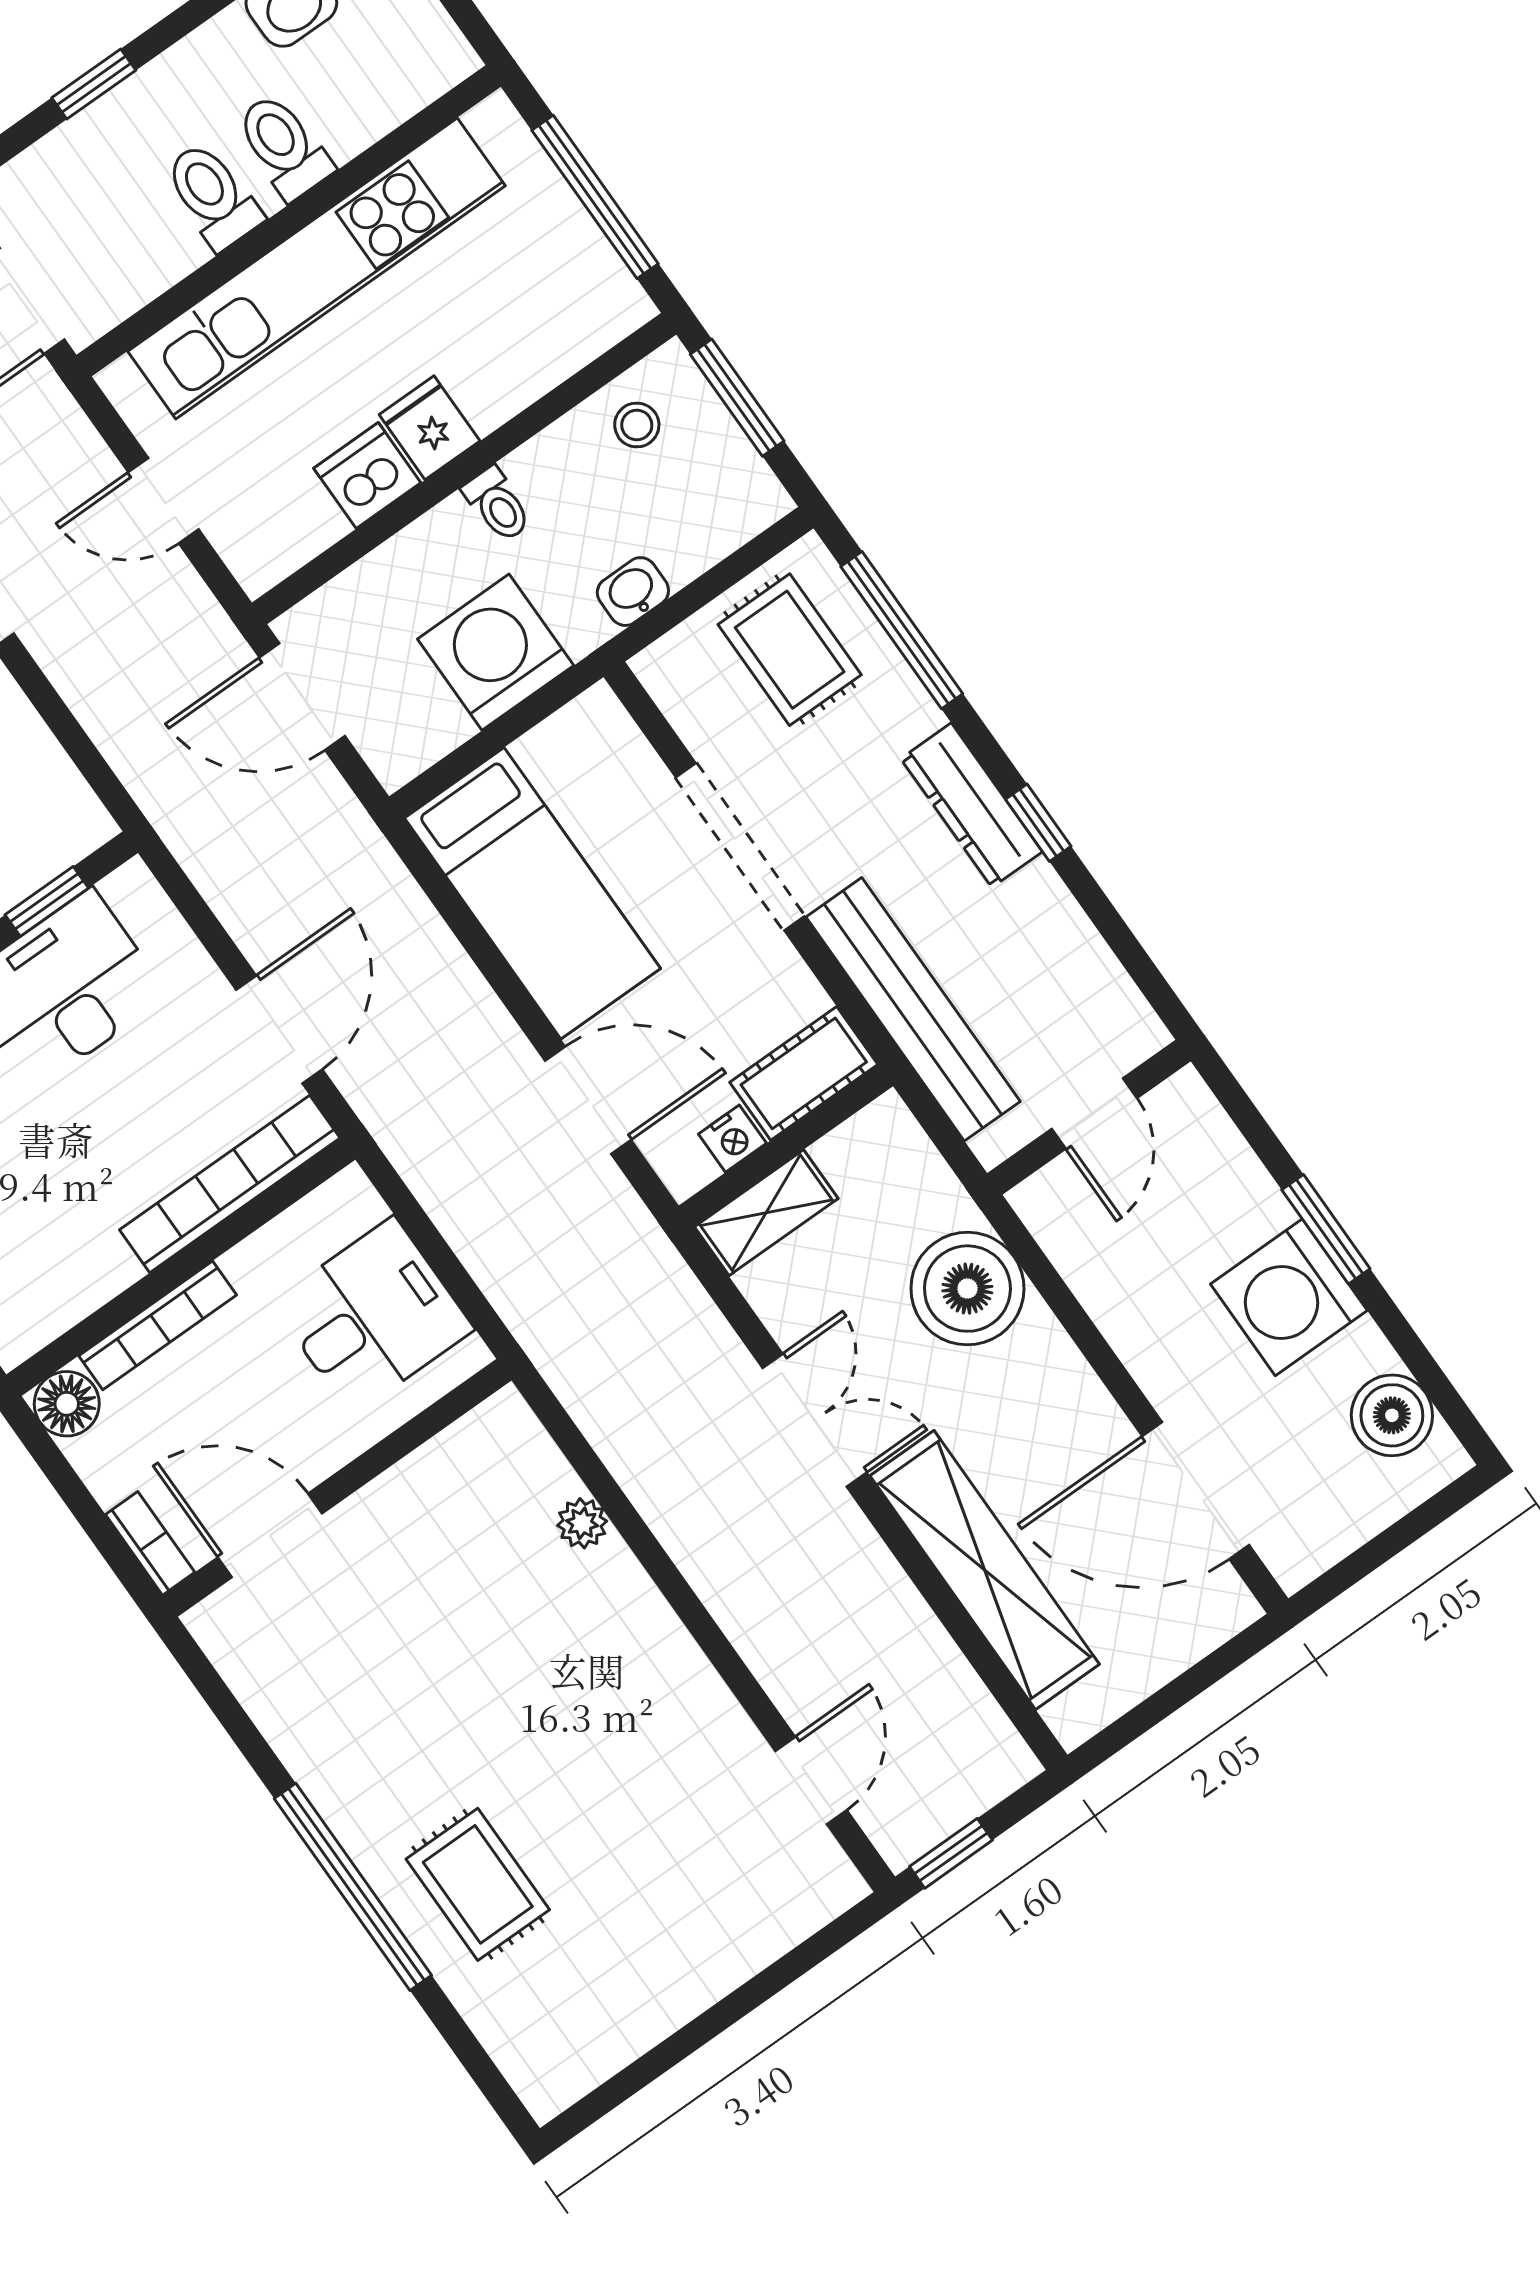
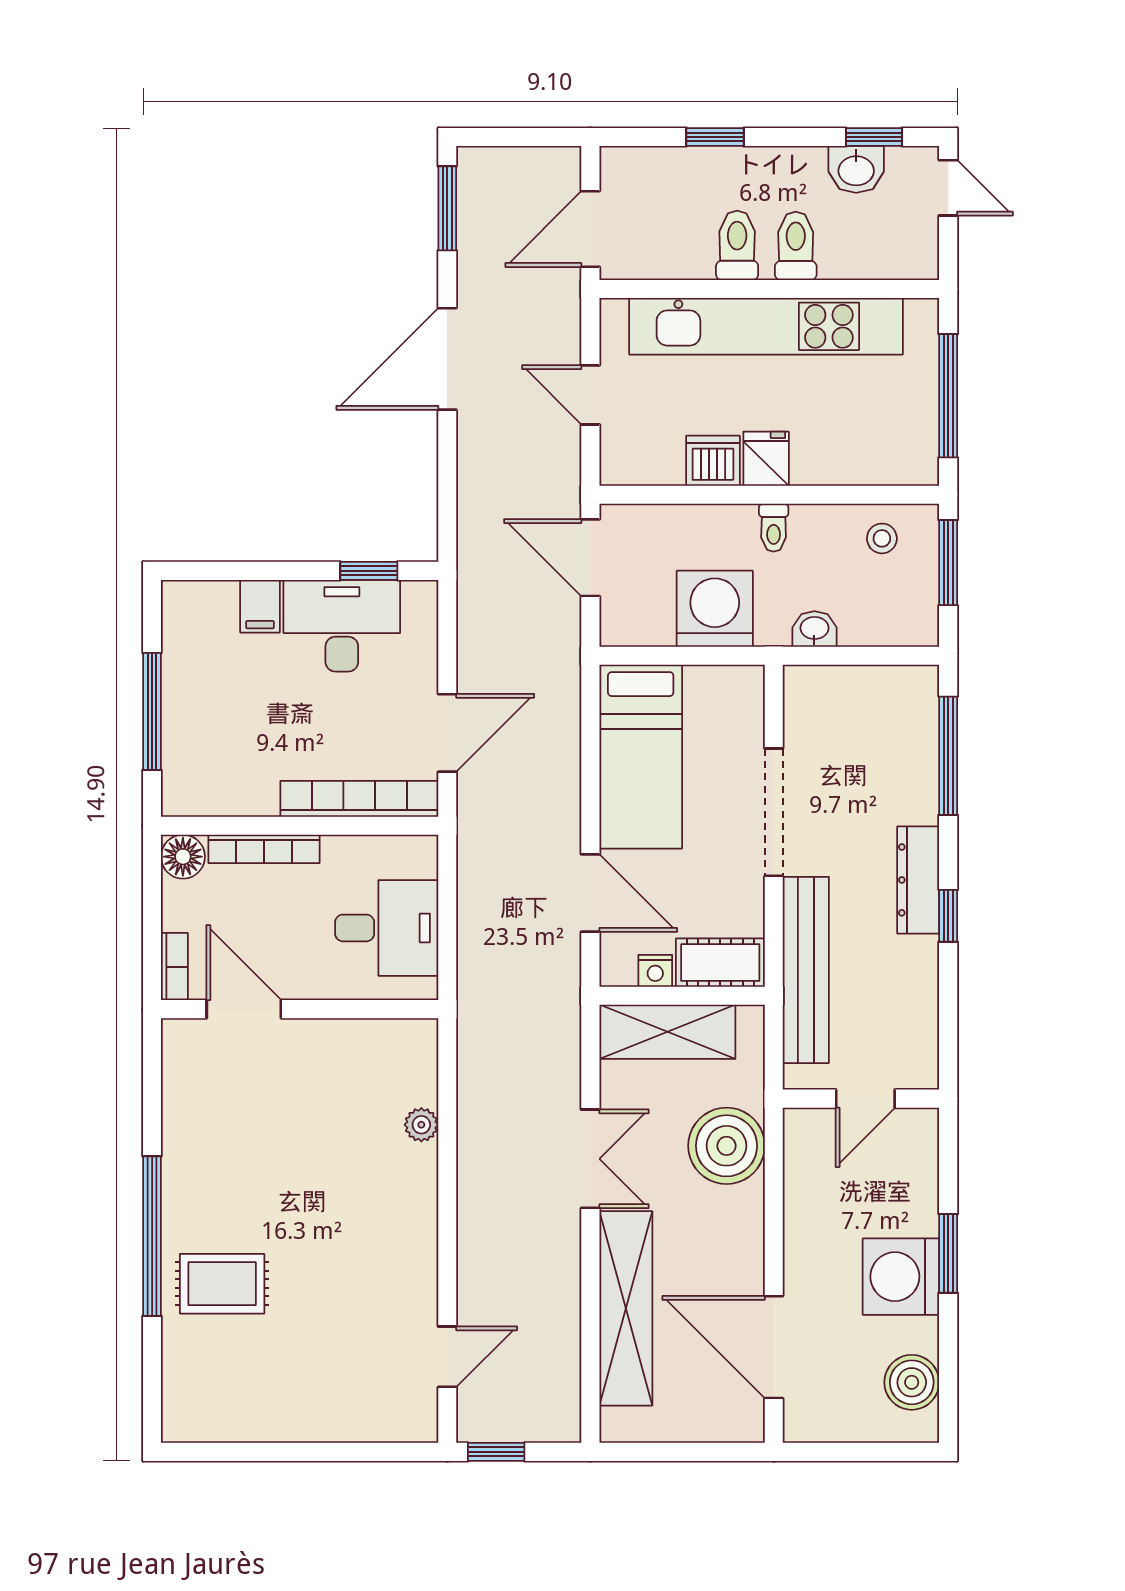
rug: (790, 650) -> (878, 723), removed
shelving: (766, 1213) -> (668, 1032), width x1.50, depth x1.33
rug: (478, 1884) -> (222, 1284), turned 90

